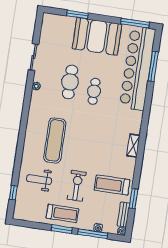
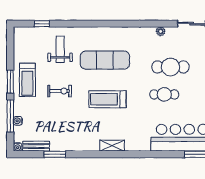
treadmill: (112, 185) -> (108, 99), moved, turned -90
exercise bike: (77, 186) -> (60, 91), width x0.73, depth x0.72

